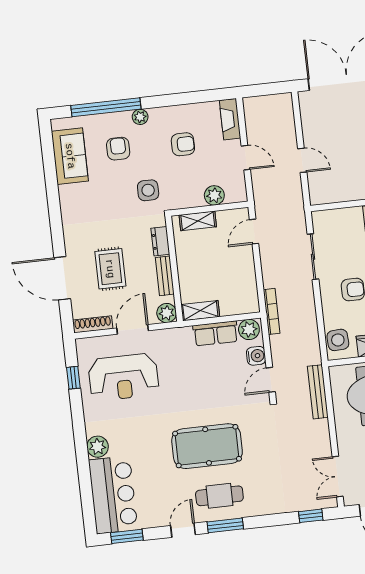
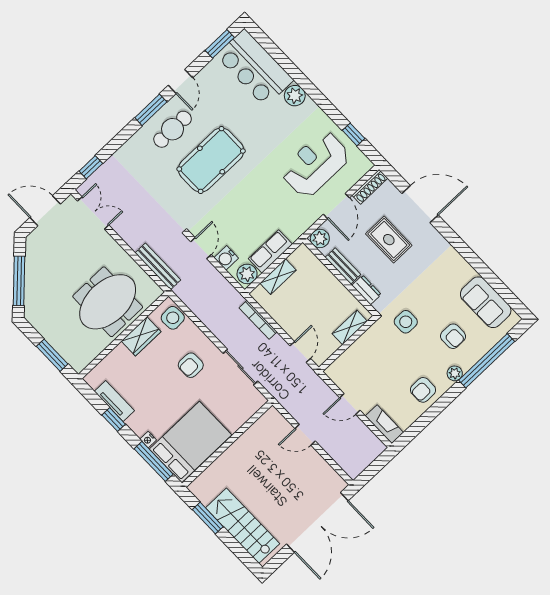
armchair: (183, 144) -> (423, 390), moved
plant: (214, 195) -> (352, 357), removed
shelving: (200, 311) -> (278, 277), moved
bookcase: (272, 311) -> (258, 320), moved

